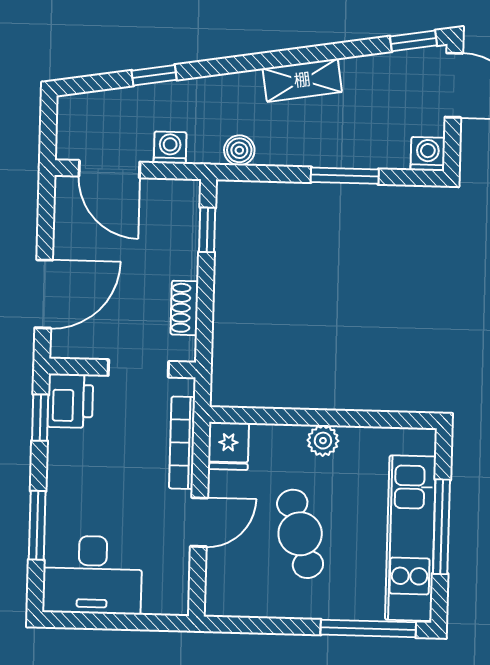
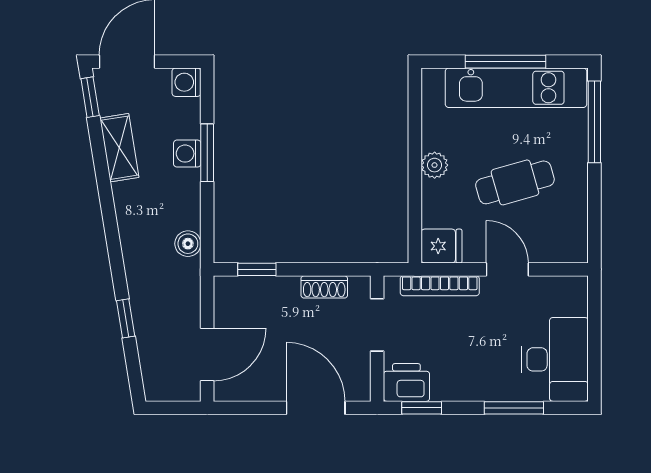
shelving: (302, 80) -> (119, 148), moved
washing machine: (170, 148) -> (187, 154), moved

